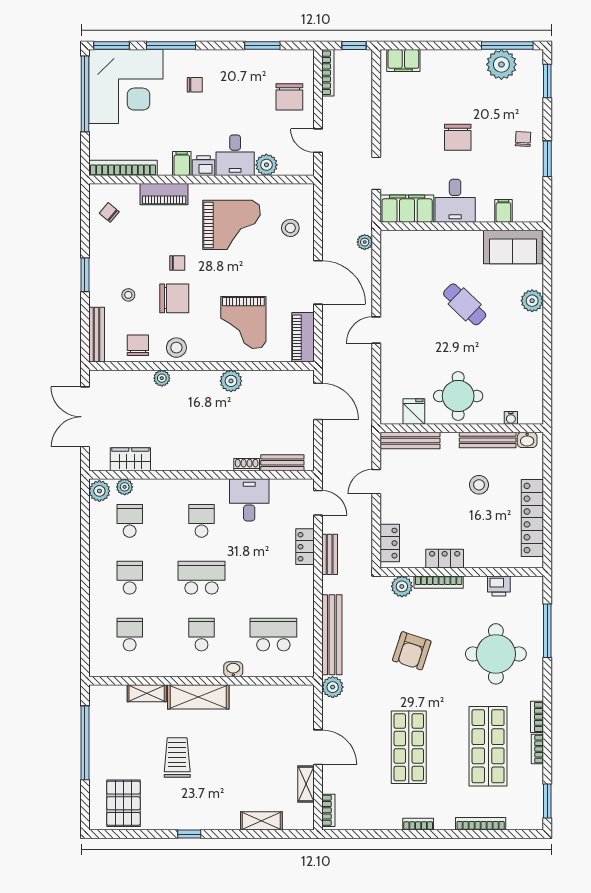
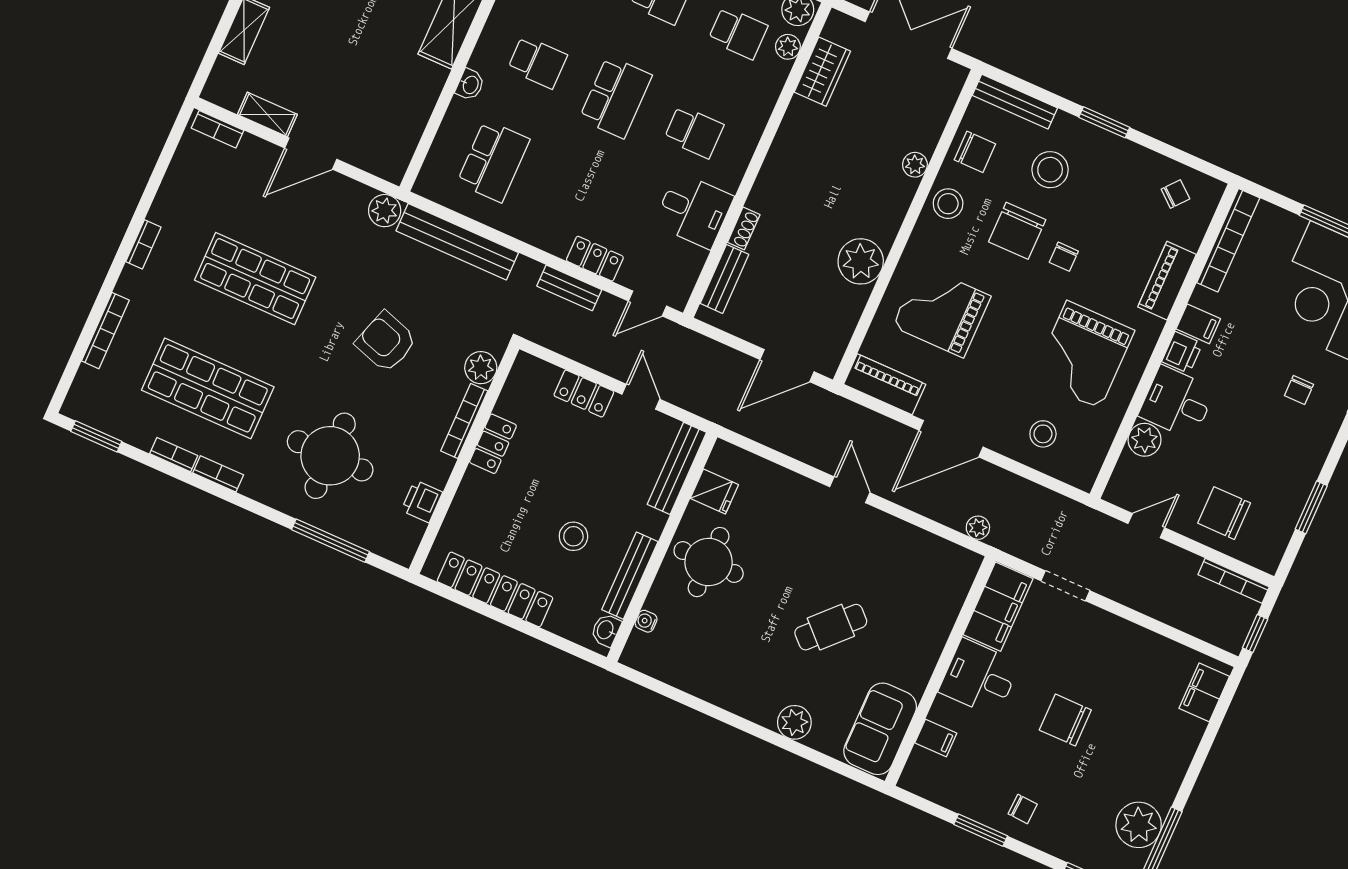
stool: (128, 295) -> (1050, 170), width x1.89, depth x1.89
plant: (231, 381) -> (861, 261), width x1.36, depth x1.36
locker: (390, 543) -> (584, 394), moved

